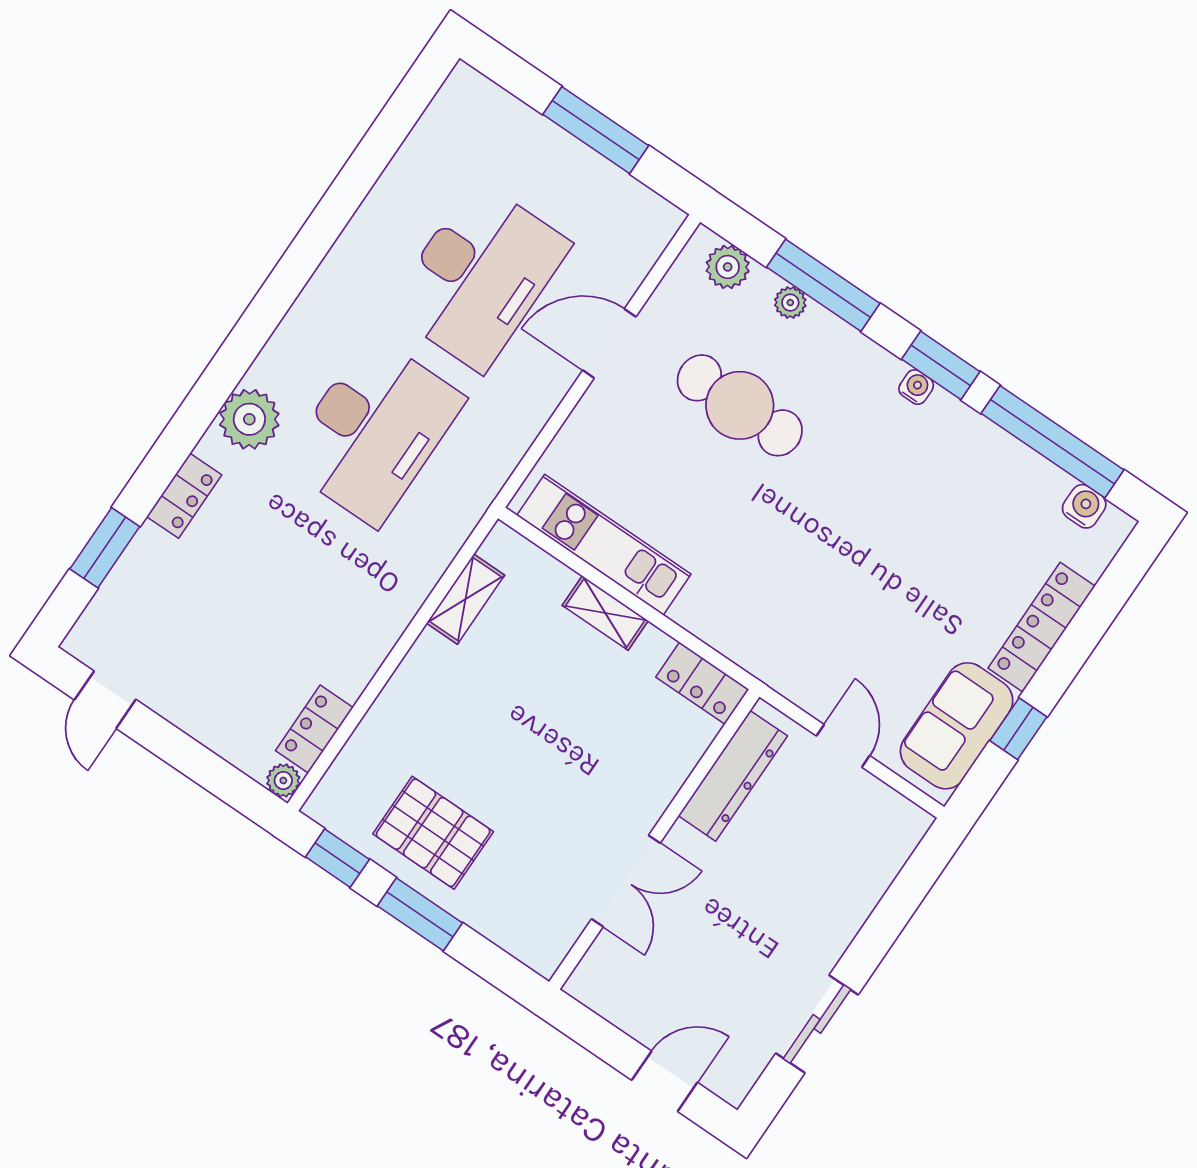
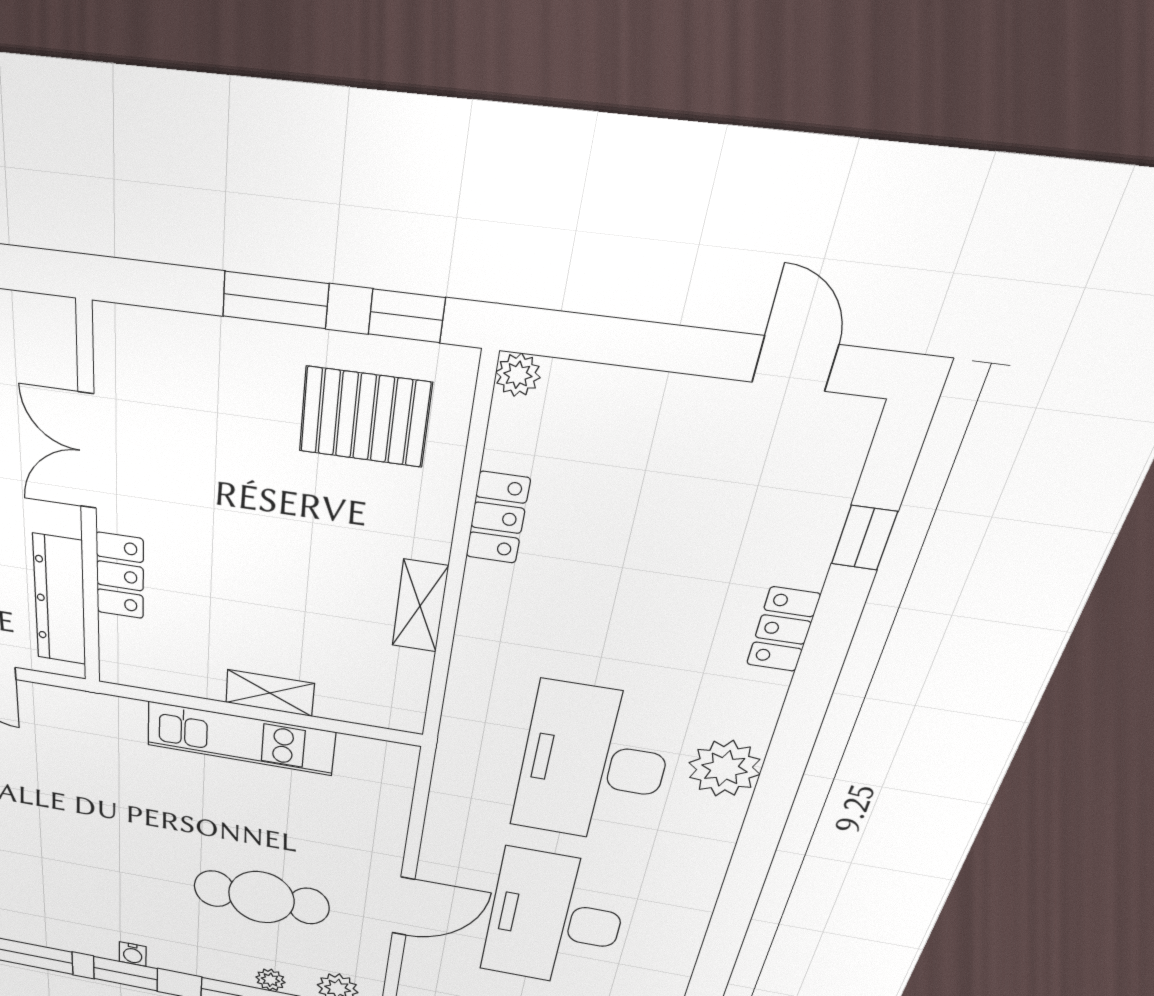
plant: (249, 419) -> (724, 768), moved
kitchen unit: (604, 545) -> (240, 738), moved
window: (105, 548) -> (864, 538), width x0.67
shelving: (465, 599) -> (420, 606), moved
locker: (702, 683) -> (120, 576), moved, turned 90
locker: (314, 729) -> (498, 518), moved
pallet: (433, 833) -> (365, 417), moved

